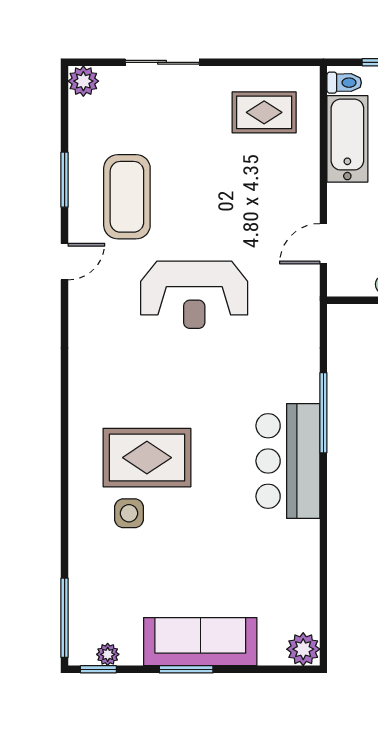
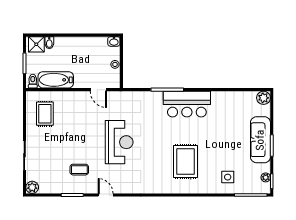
coffee table: (127, 197) -> (79, 170), width x0.54, depth x0.58
side table: (129, 513) -> (228, 177), moved

